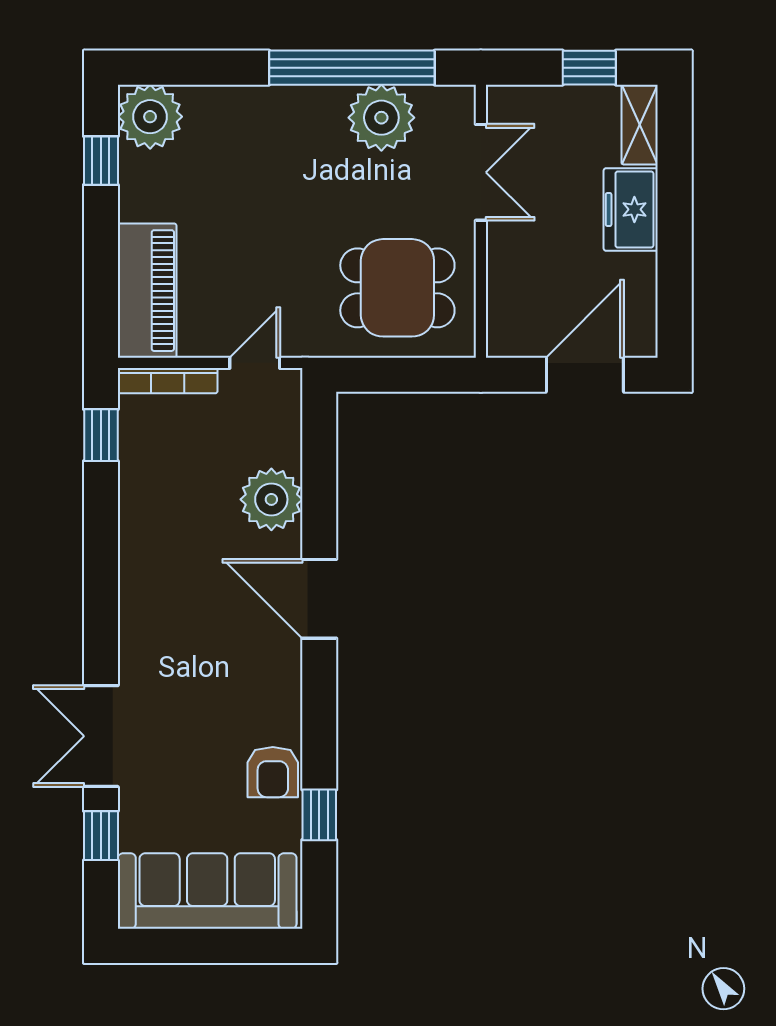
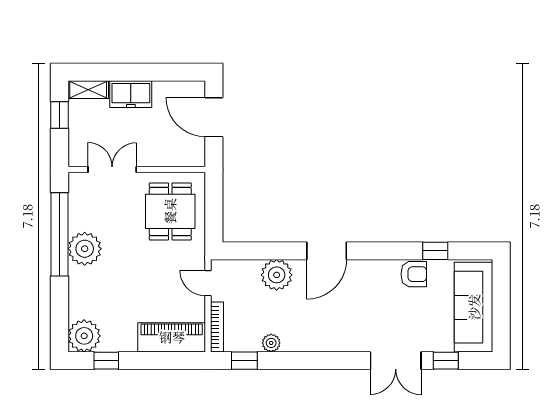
plant: (381, 118) -> (85, 249), moved
plant: (136, 489) -> (271, 343), added

